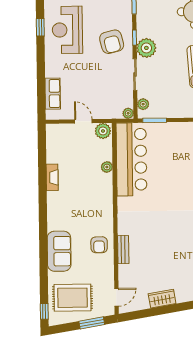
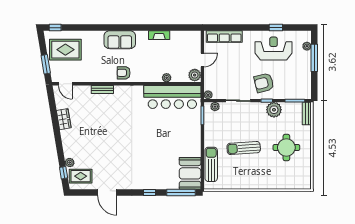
plant: (146, 48) -> (274, 110), moved
row of seats: (53, 94) -> (224, 36), width x1.48
armchair: (99, 245) -> (124, 73), moved
sofa: (59, 251) -> (120, 40), moved
rug: (73, 298) -> (65, 50), turned 90

